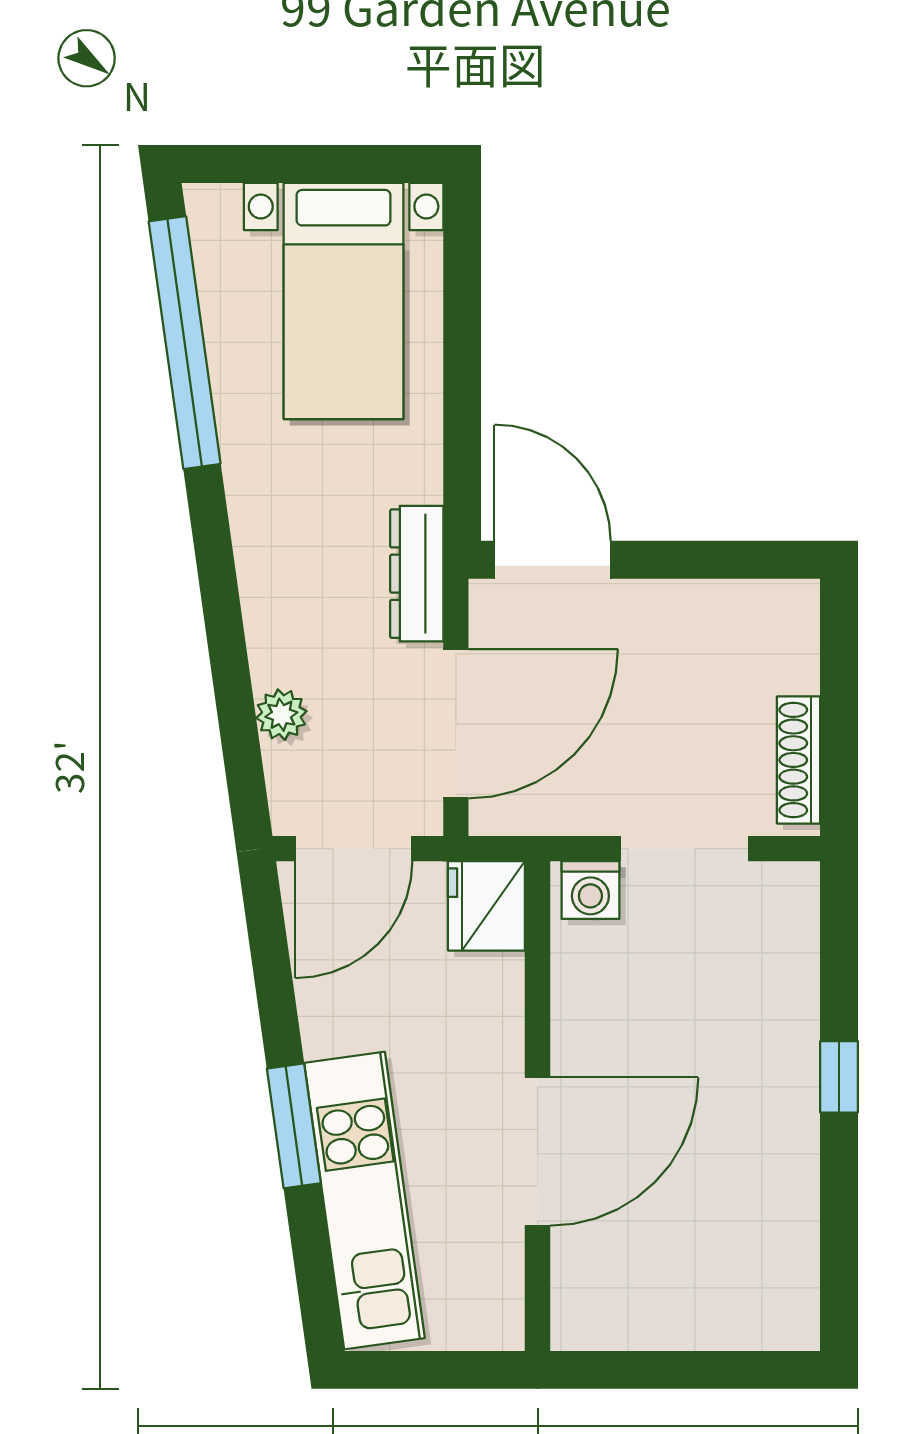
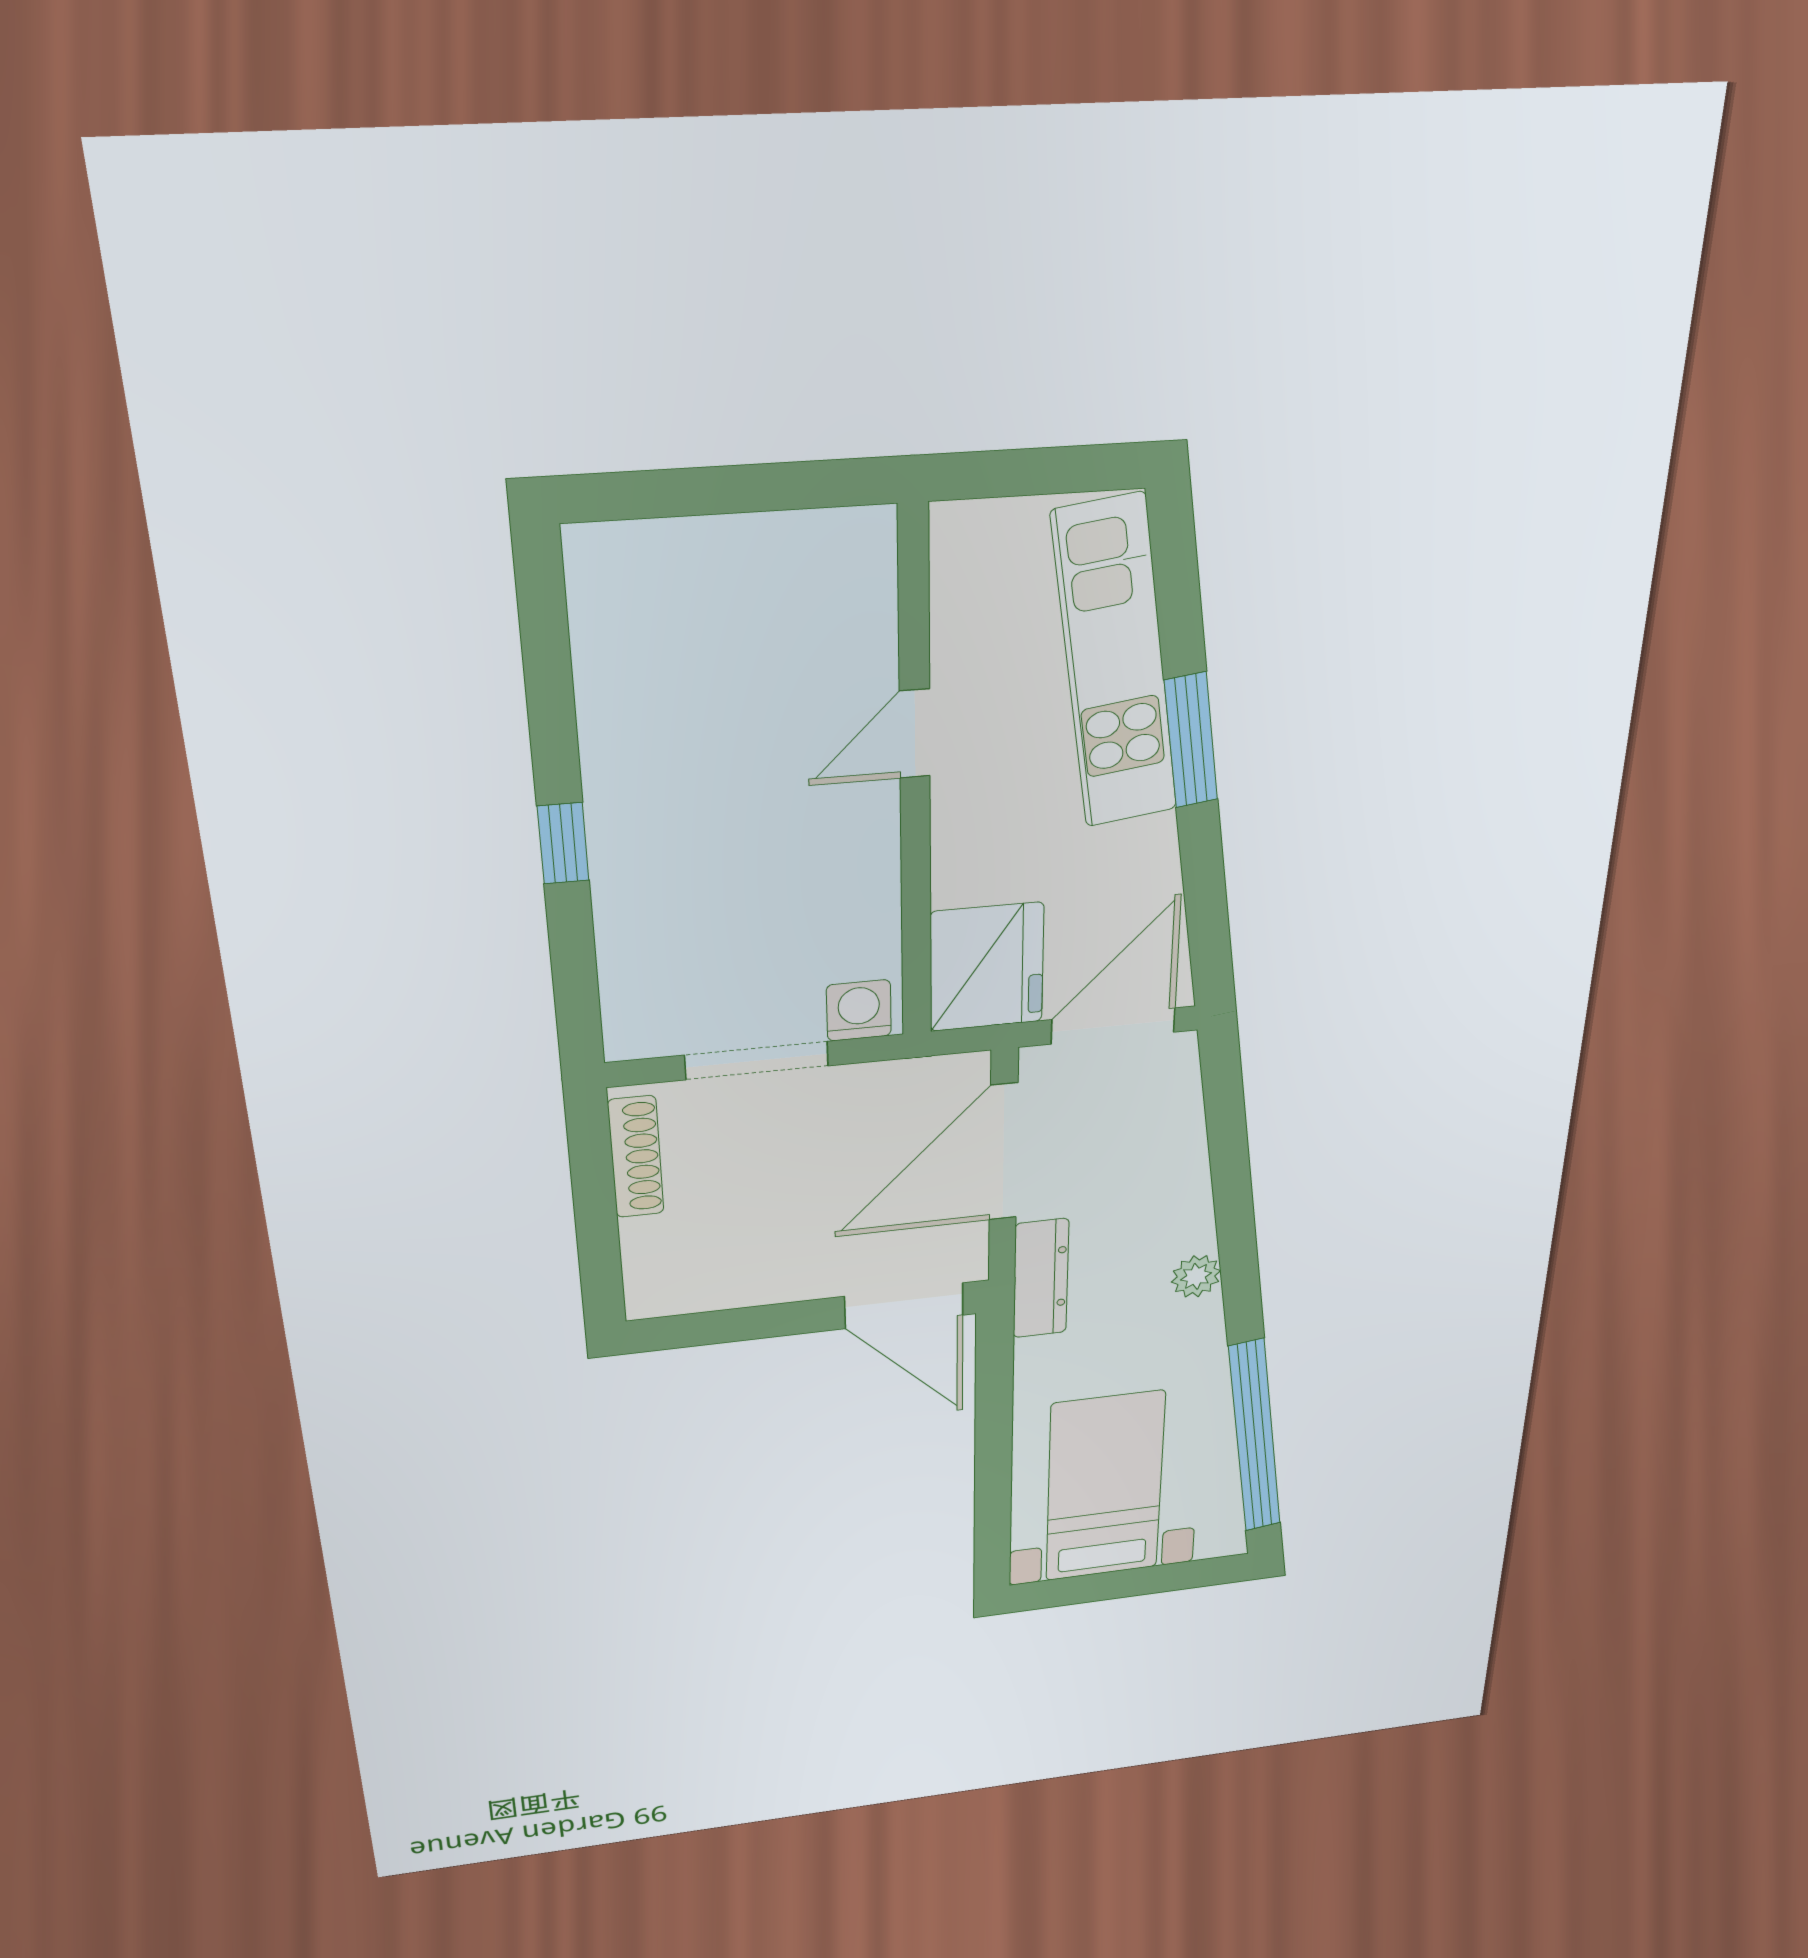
plant: (281, 715) -> (1196, 1276), moved
fridge: (486, 906) -> (987, 967), width x1.36, depth x1.34
door: (538, 1152) -> (915, 734), width x0.53

